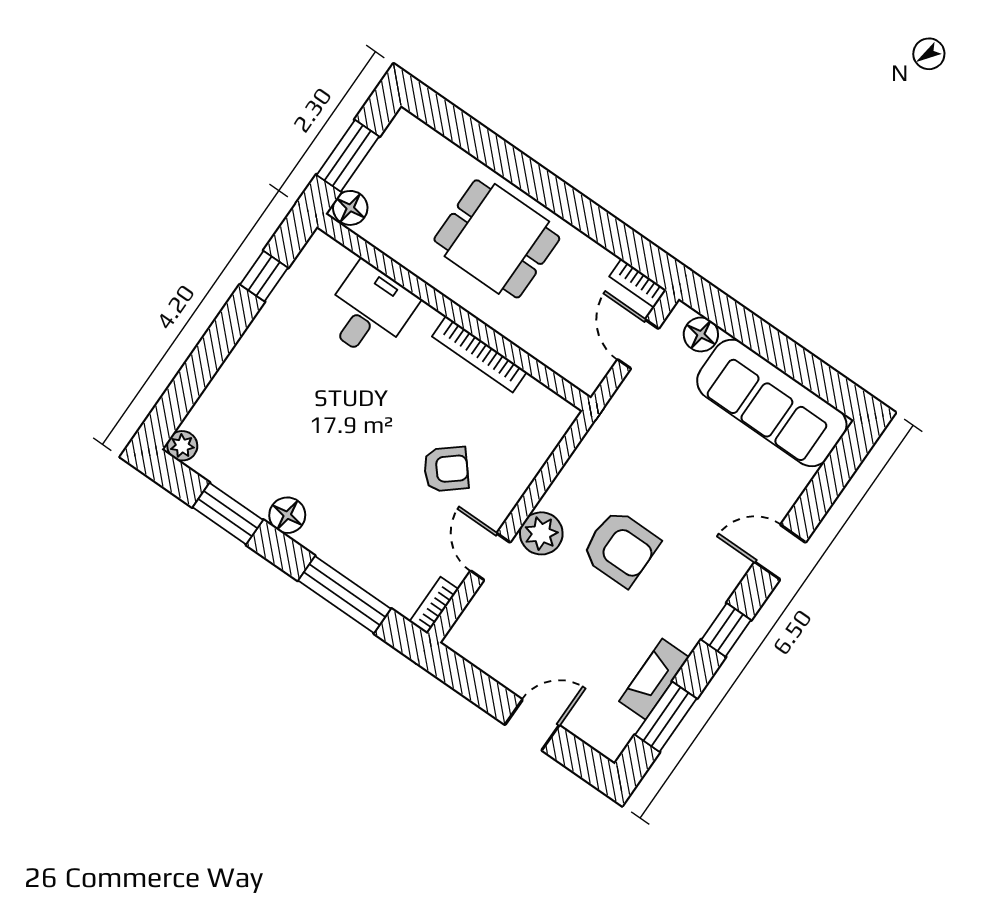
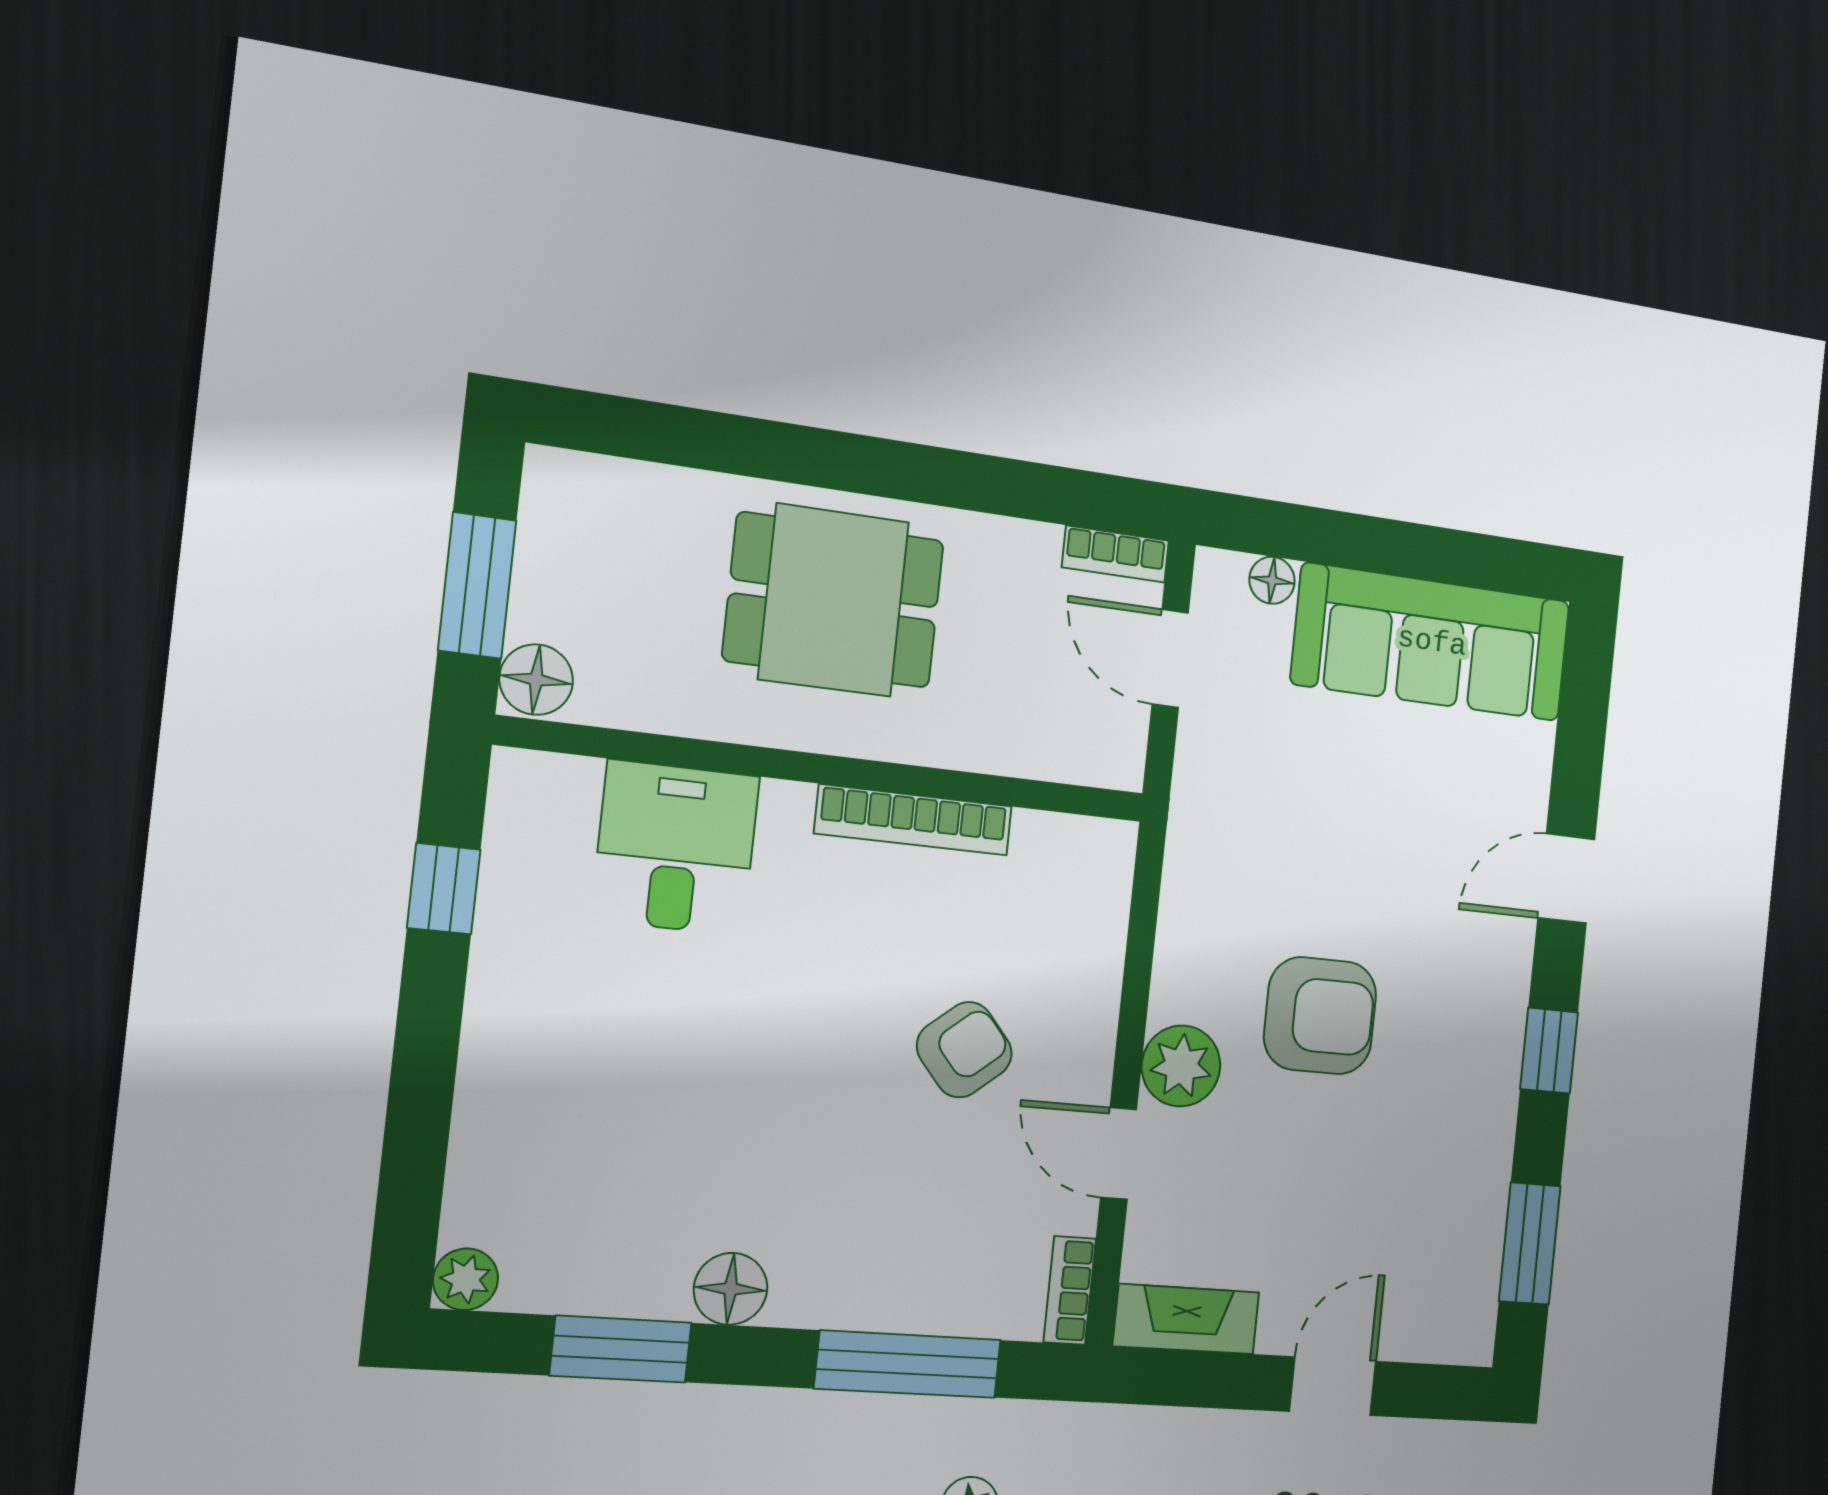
floor lamp: (701, 334) -> (1272, 580), width x0.73, depth x0.73
fireplace: (654, 679) -> (1186, 1319), moved, turned 90

